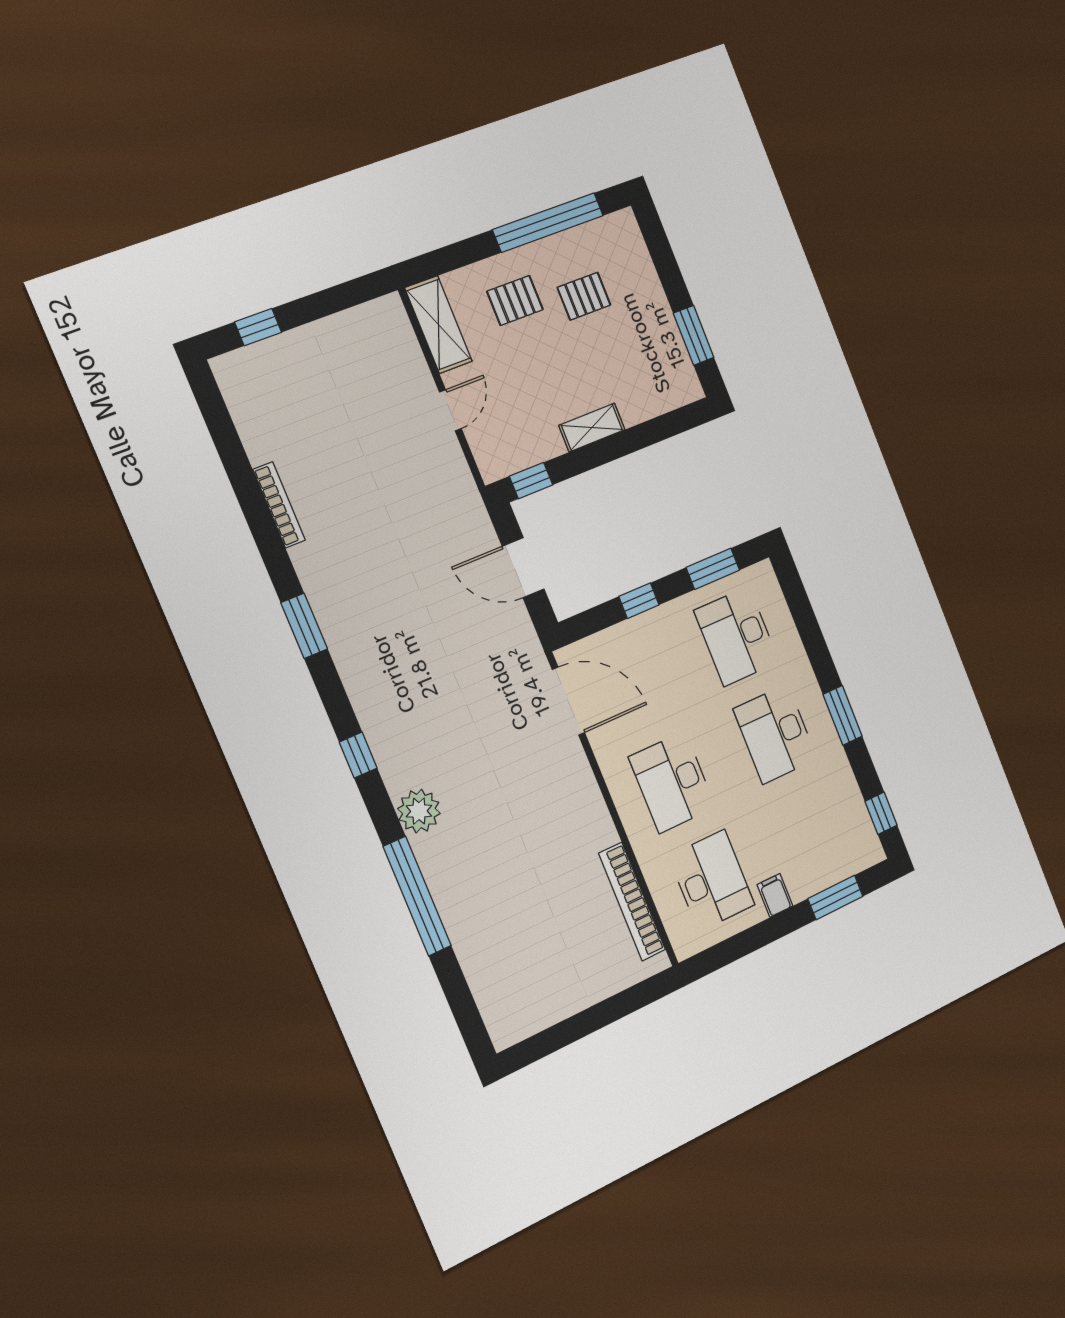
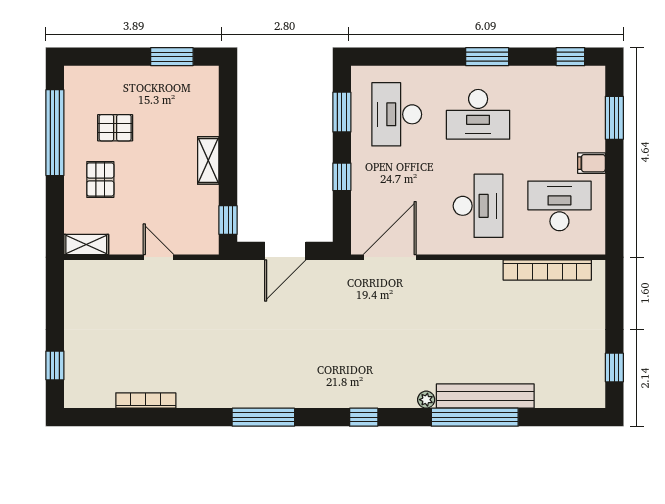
pallet: (584, 296) -> (115, 128), turned 90
shelving: (438, 325) -> (86, 245), width x0.67, depth x0.75
bookcase: (279, 505) -> (146, 400), moved
window: (304, 626) -> (263, 417), width x1.44
desk: (737, 636) -> (397, 114), turned 90
desk: (672, 782) -> (478, 206), turned -90
plant: (419, 811) -> (426, 400), width x0.53, depth x0.53
bench: (449, 897) -> (485, 396), added
window: (550, 1040) -> (614, 368), added

